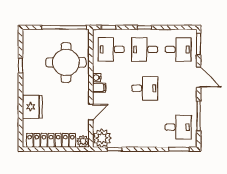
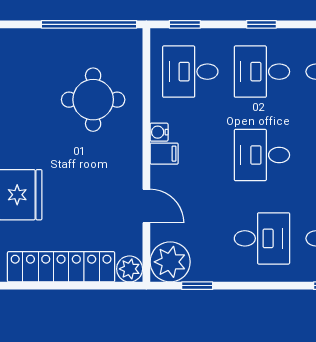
round table: (66, 62) -> (93, 100), width x0.73, depth x0.73
desk: (145, 88) -> (262, 155), turned 180
door: (91, 112) -> (146, 206), hinge flipped
desk: (145, 127) -> (262, 238), added

